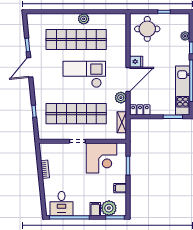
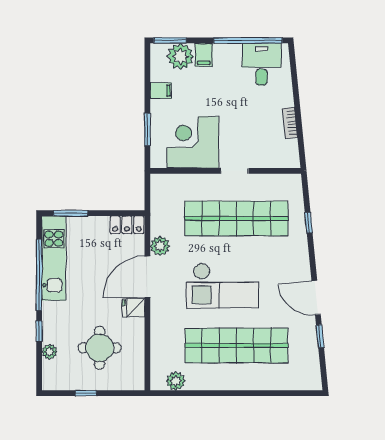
plant: (84, 19) -> (176, 381), moved
round table: (147, 29) -> (100, 348), moved
door: (30, 67) -> (316, 298), swing flipped
shelving: (122, 122) -> (158, 204), removed

